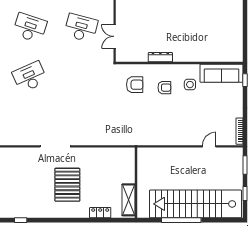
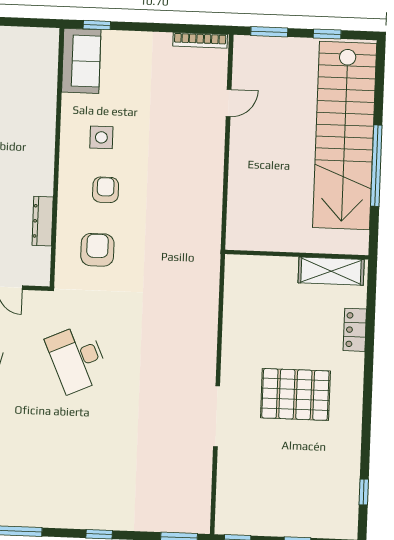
dresser: (160, 57) -> (43, 221), moved
sofa: (221, 73) -> (81, 61), width x0.73
desk: (30, 77) -> (77, 358), moved
door: (209, 146) -> (229, 103), swing flipped

